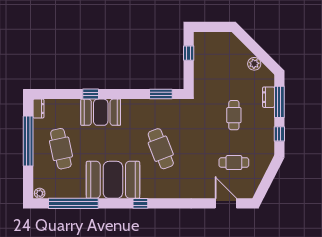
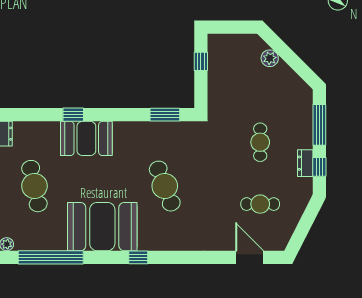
plant: (254, 64) -> (270, 58), moved
dresser: (269, 97) -> (305, 163), moved

